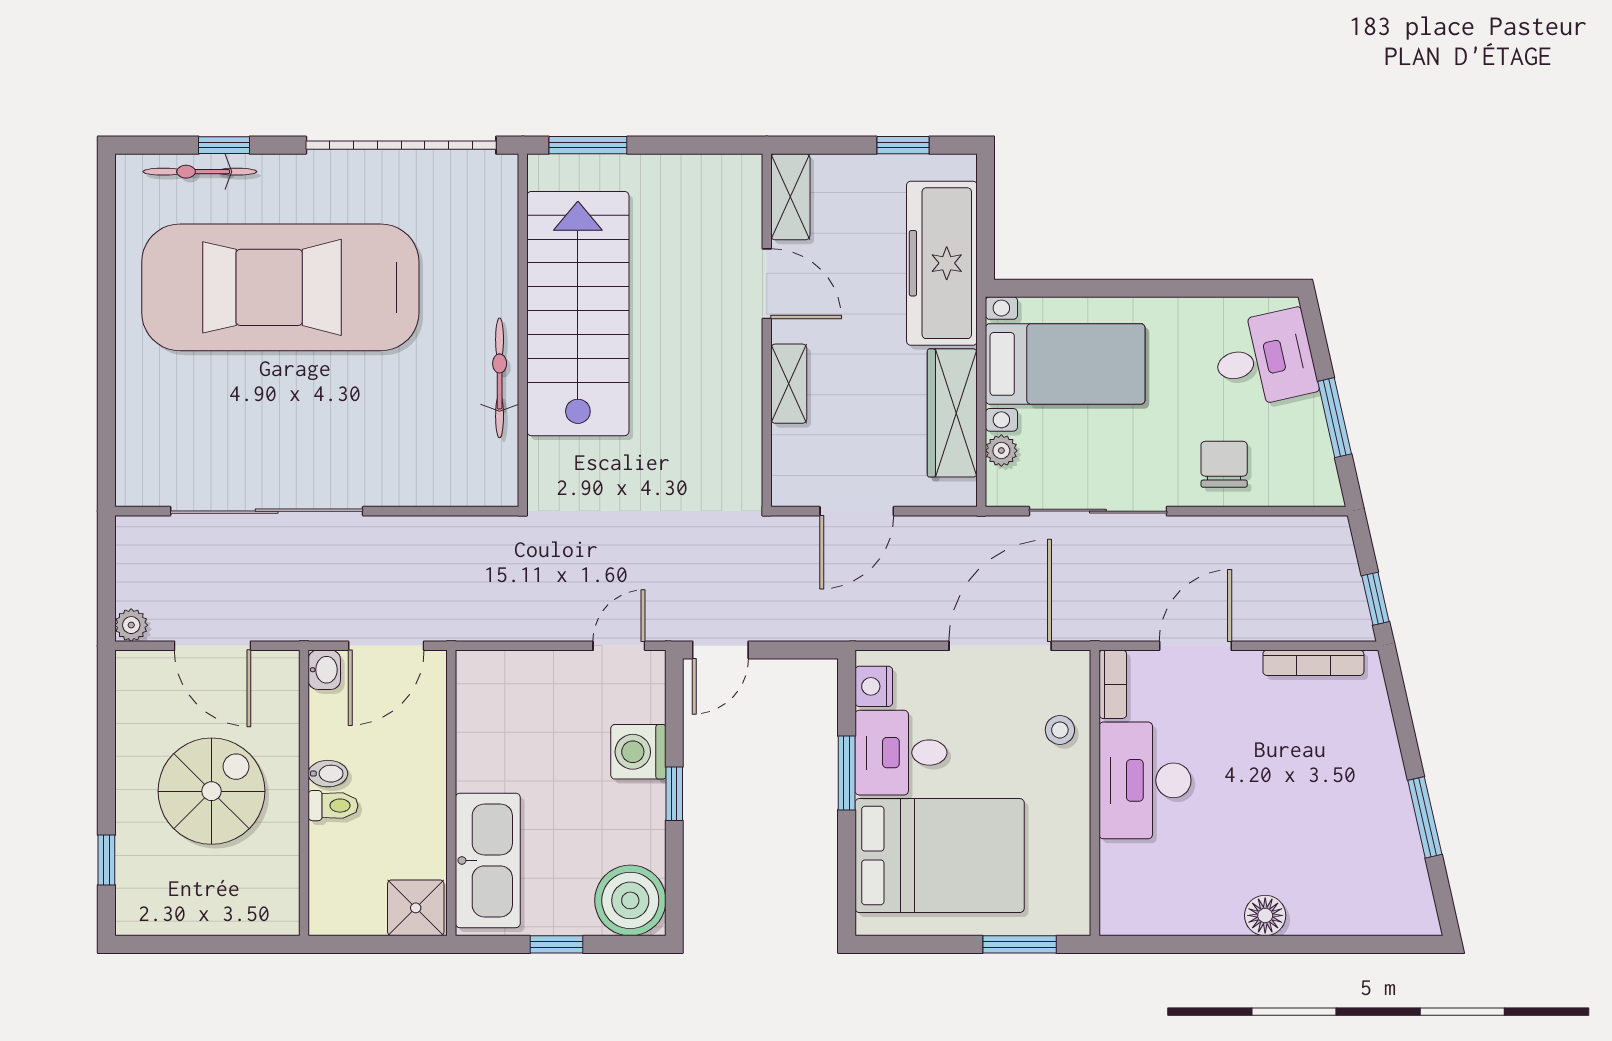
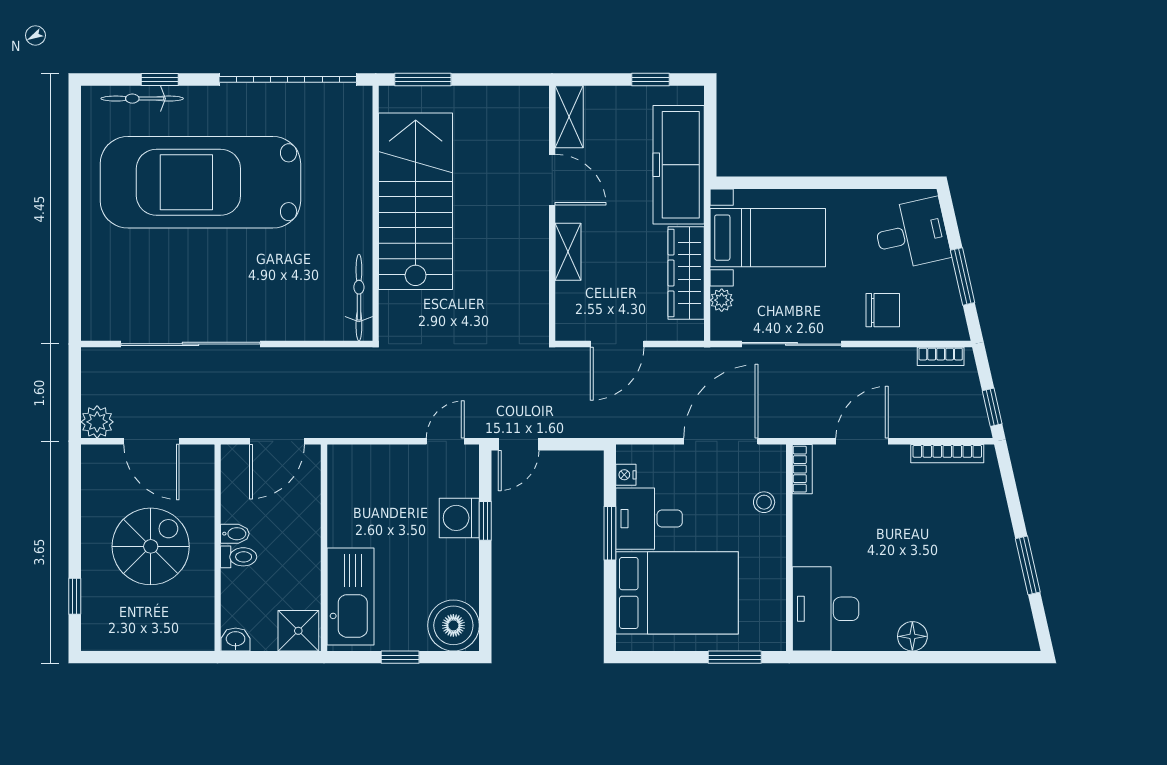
bicycle: (500, 378) -> (359, 298), moved
chair: (1224, 464) -> (883, 310), turned 90
bookcase: (1304, 528) -> (941, 356), added
plant: (131, 625) -> (97, 422), width x1.38, depth x1.38
washbasin: (324, 670) -> (236, 639), moved, turned -90
nightstand: (874, 686) -> (626, 475), width x0.72, depth x0.74
desk: (1145, 780) -> (825, 609), moved
window: (674, 794) -> (485, 521), moved

